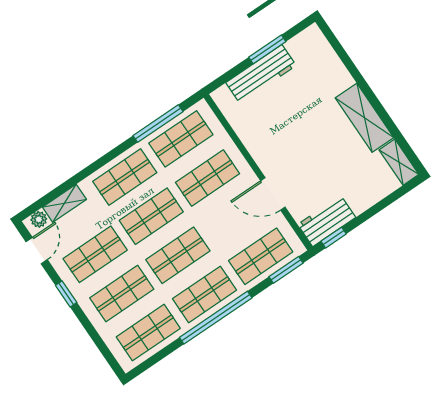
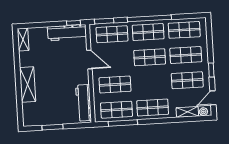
workbench: (261, 74) -> (83, 103), moved, turned -90
shelving: (364, 118) -> (28, 85), moved
shop shelf: (151, 216) -> (151, 82), removed
workbench: (327, 221) -> (67, 33), width x1.38

